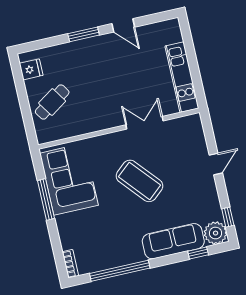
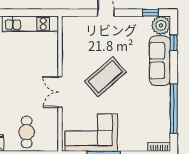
cafe table: (52, 102) -> (27, 132), turned 34
double door: (144, 123) -> (60, 92), moved

